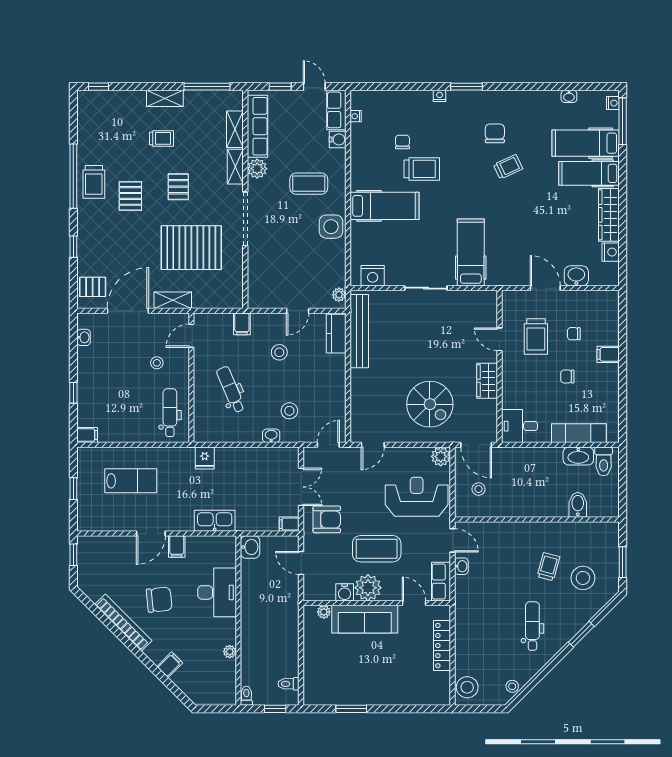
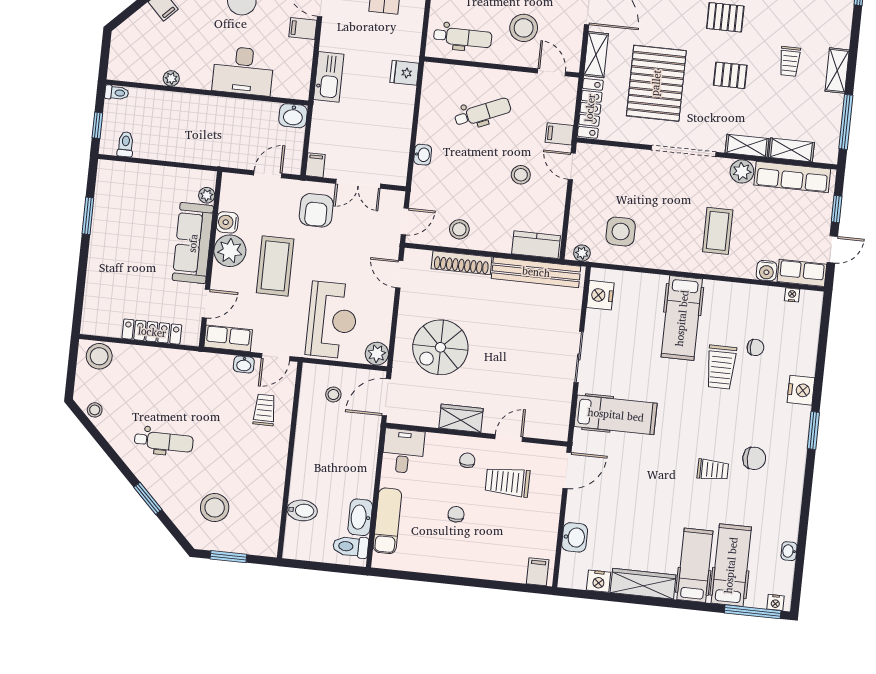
nightstand: (440, 96) -> (801, 390), width x1.89, depth x1.79
trolley: (508, 167) -> (713, 470), turned -65
side table: (331, 227) -> (621, 232), moved
door: (545, 288) -> (567, 470), moved
locker: (218, 300) -> (590, 108), added
door: (298, 311) -> (572, 166), moved
chair: (574, 334) -> (467, 460), moved
filing cabinet: (608, 354) -> (538, 572), moved
stool: (157, 363) -> (524, 28), width x1.89, depth x1.89
shoe rack: (358, 394) -> (462, 263), added
stool: (289, 411) -> (459, 229), moved
door: (328, 445) -> (405, 221), hinge flipped
trolley: (548, 567) -> (264, 410), moved, turned -105

